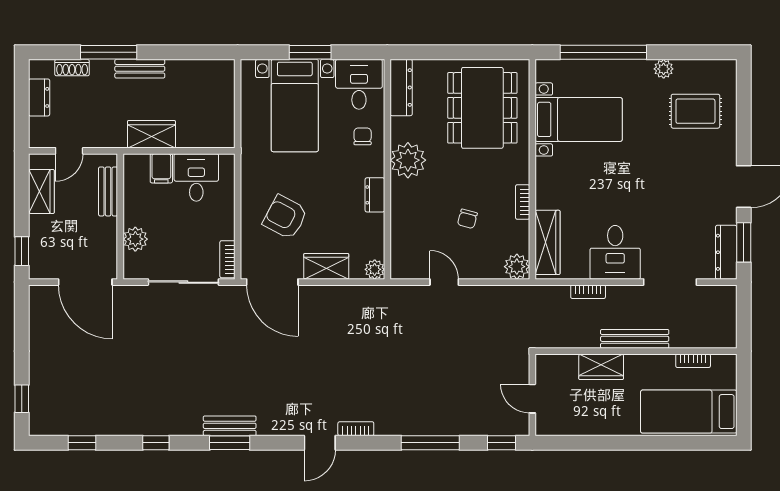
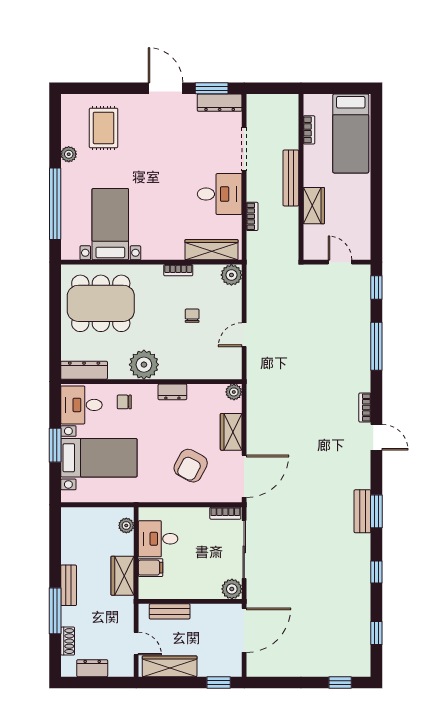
plant: (212, 139) -> (126, 525), added
wardrobe: (41, 192) -> (170, 666), width x1.50
chair: (467, 219) -> (192, 316), turned -105
plant: (135, 239) -> (232, 589), moved
door: (532, 399) -> (340, 262), swing flipped

